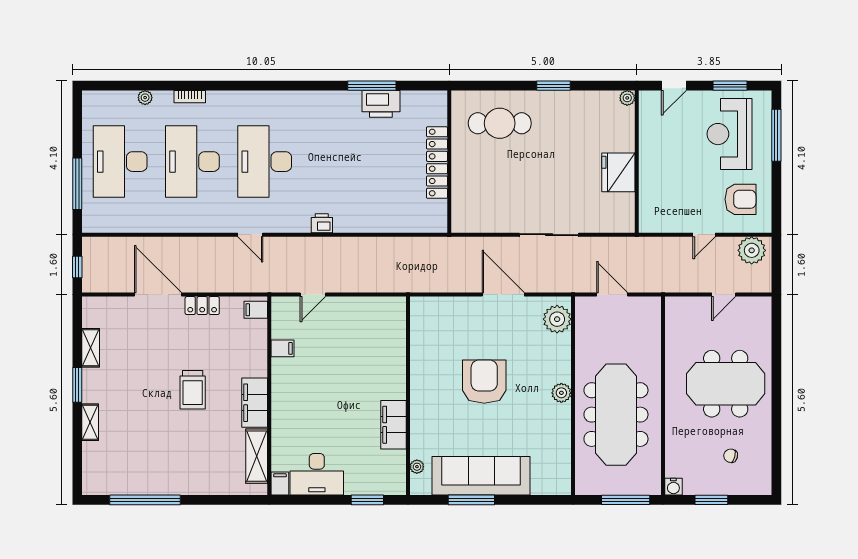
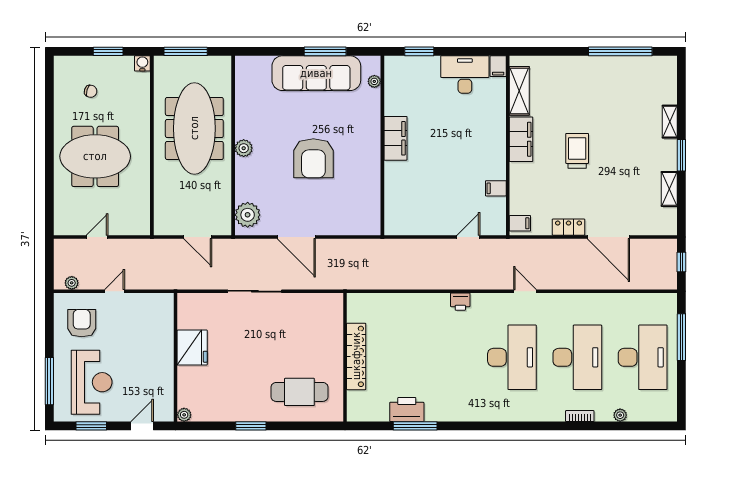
armchair: (741, 199) -> (82, 323), turned 90
plant: (752, 250) -> (72, 283), width x0.53, depth x0.53
filing cabinet: (394, 425) -> (395, 138), moved

